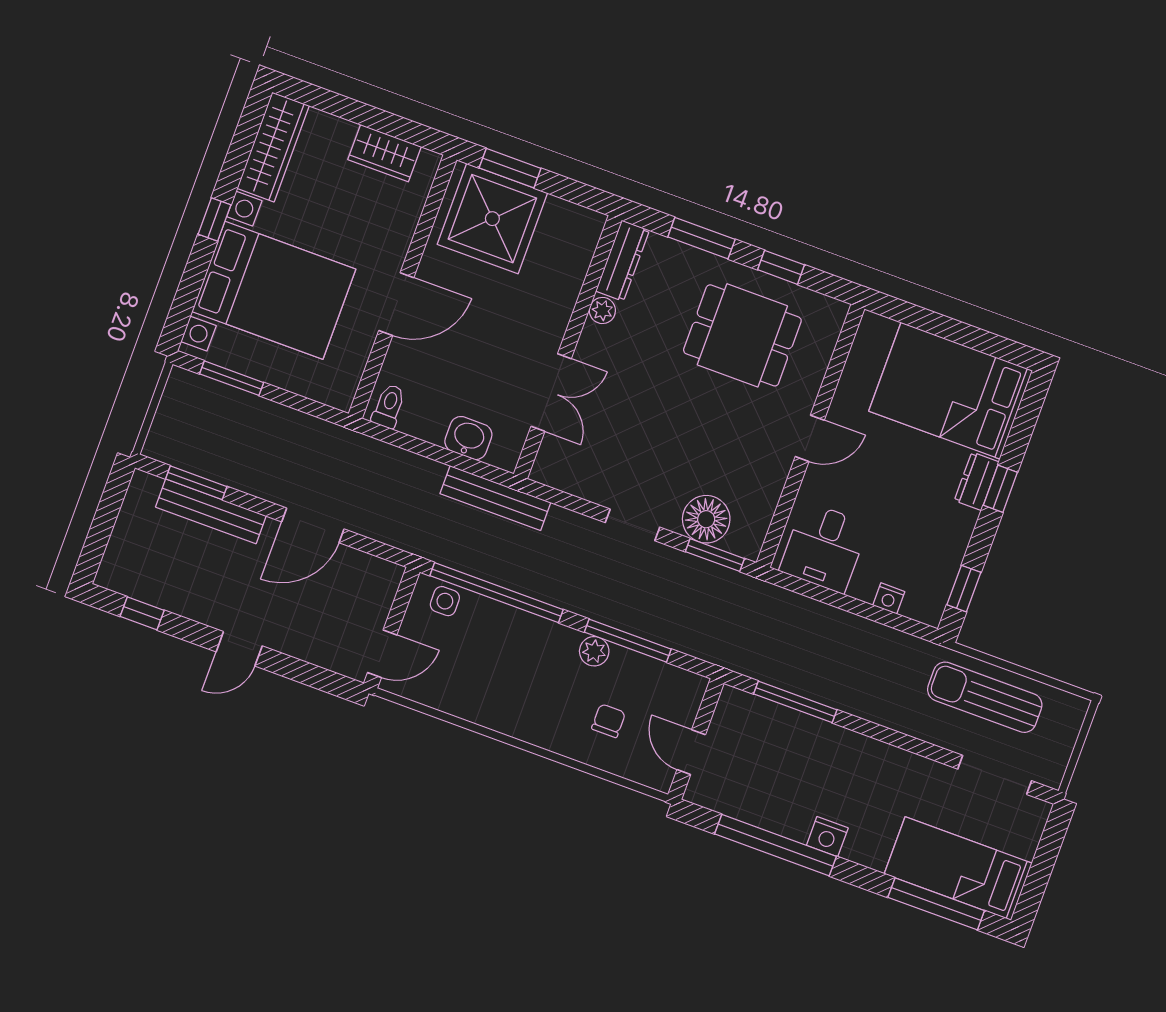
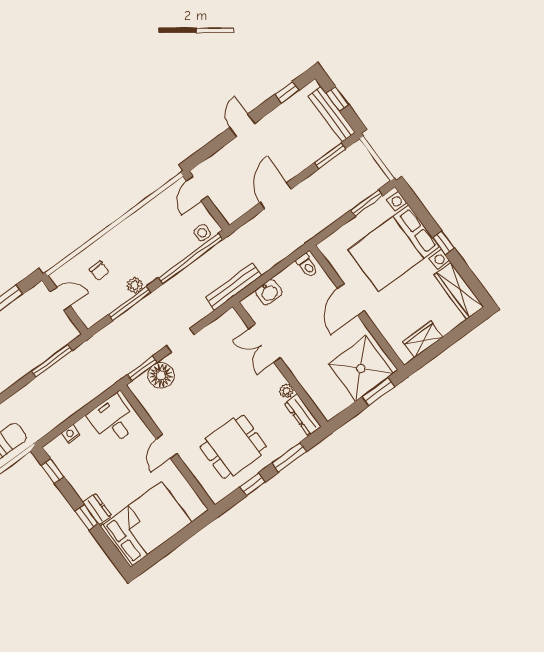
bench: (211, 511) -> (331, 114), moved, turned 90
window: (101, 530) -> (337, 99), added

